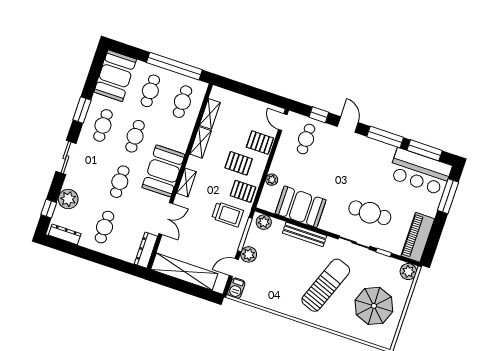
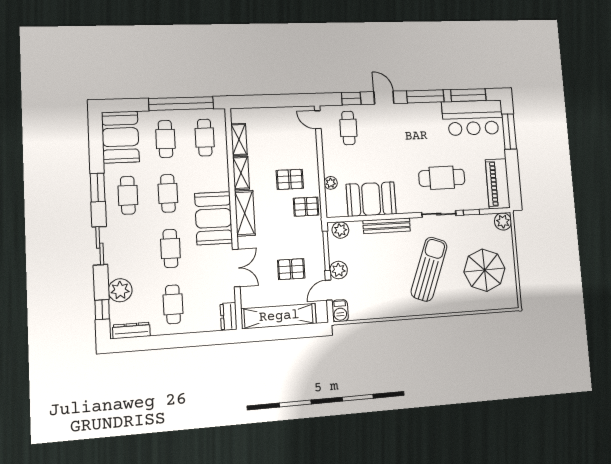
pallet: (260, 143) -> (291, 269), moved
shelving: (186, 182) -> (245, 213), width x1.50, depth x1.33
trolley: (228, 214) -> (300, 237), removed
dresser: (146, 250) -> (229, 316), width x0.70

